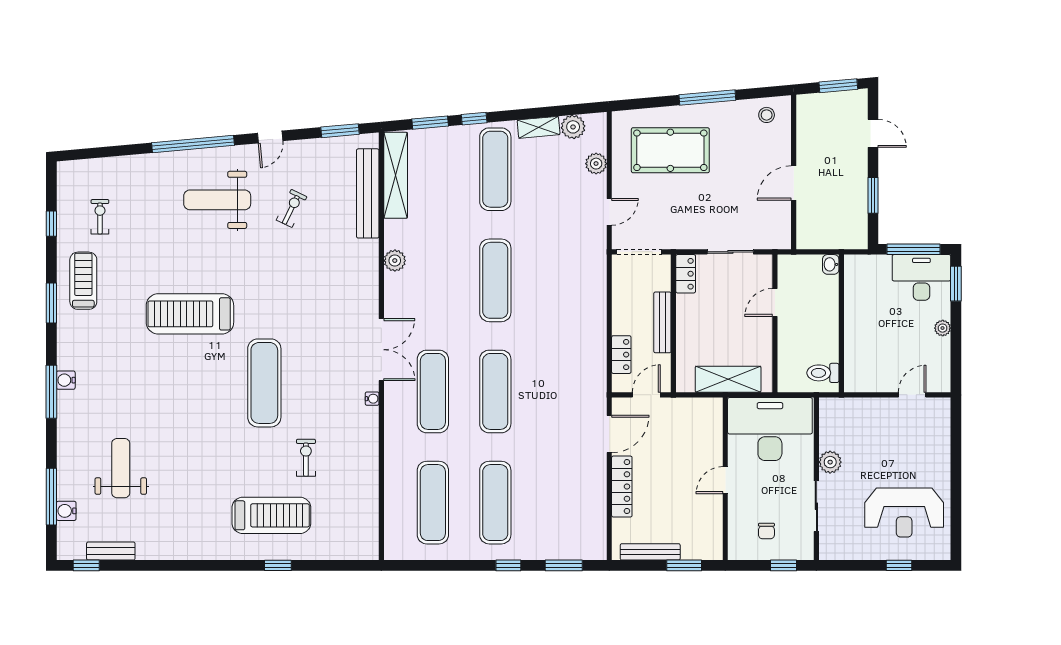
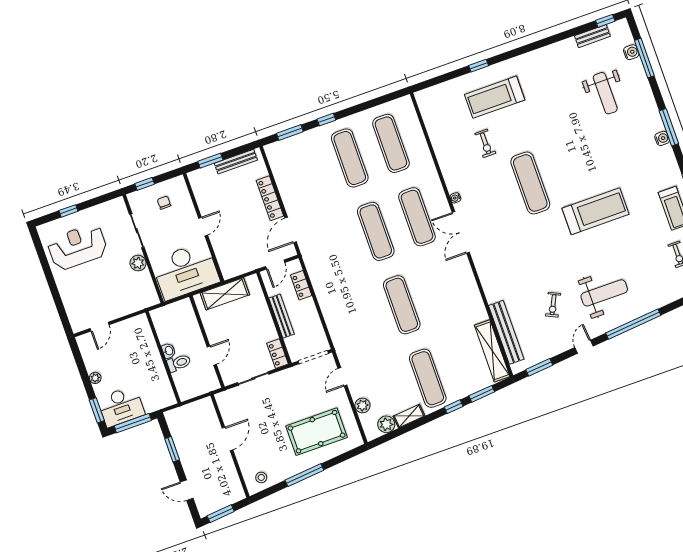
plant: (395, 261) -> (473, 294), removed
washbasin: (831, 264) -> (169, 351), moved
toilet: (823, 373) -> (179, 363), moved

